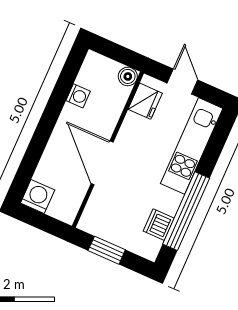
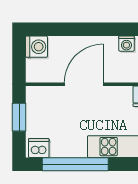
dishwasher: (159, 225) -> (39, 148), moved

